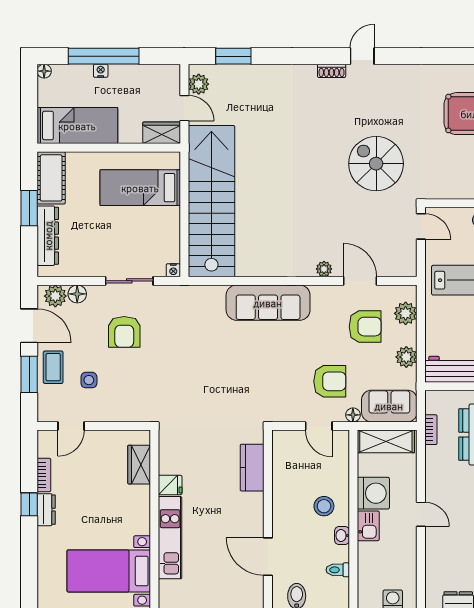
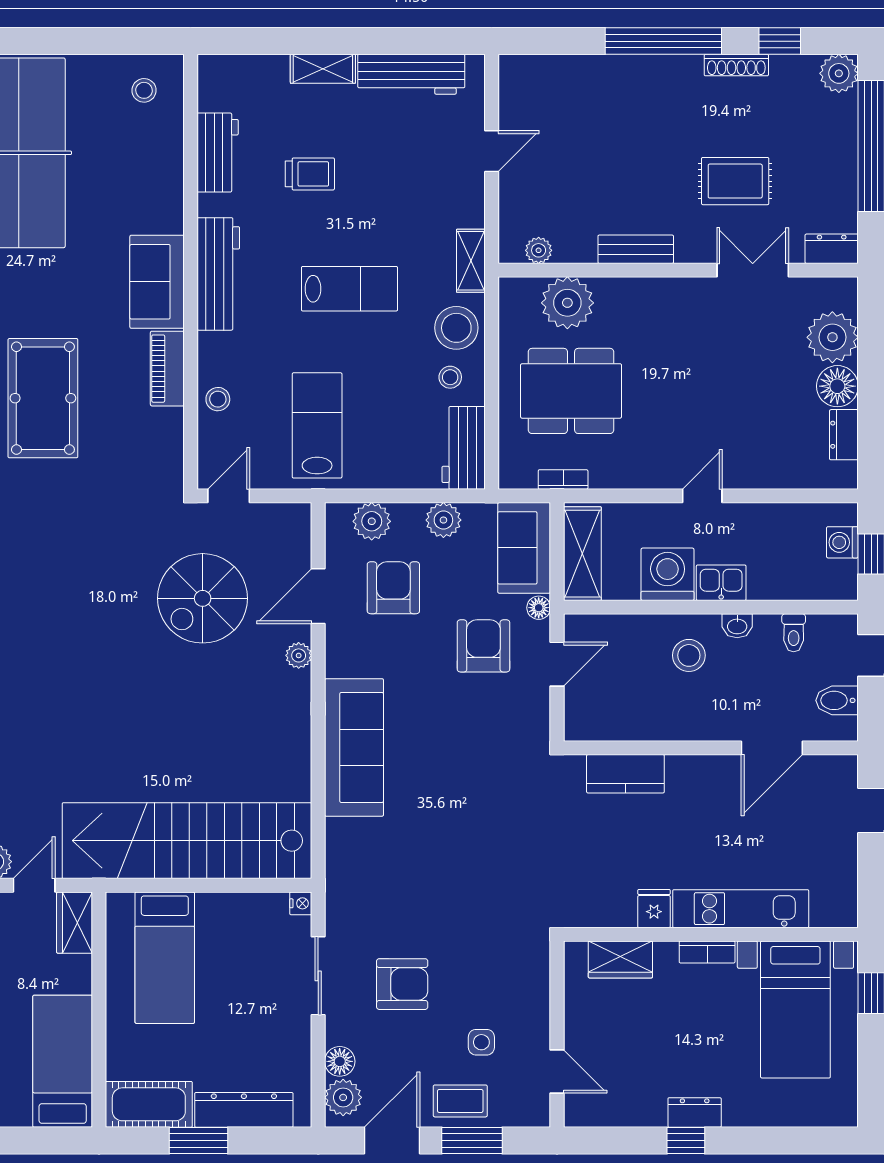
spiral stairs: (376, 164) -> (203, 598), moved
bookcase: (44, 475) -> (707, 952), moved, turned 180

